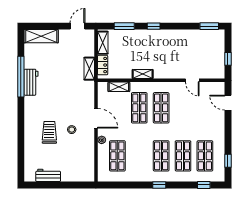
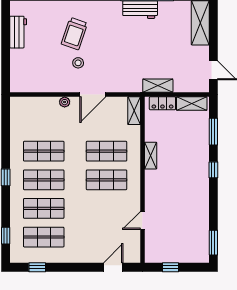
shelving: (119, 87) -> (134, 111), moved
trolley: (49, 132) -> (74, 34), turned 109
shop shelf: (117, 156) -> (44, 151), moved

